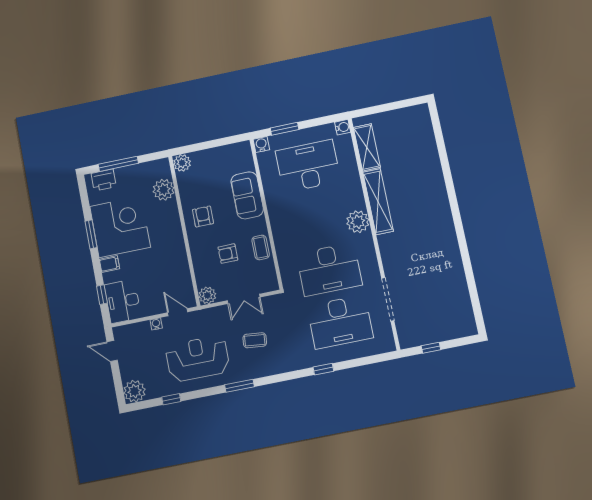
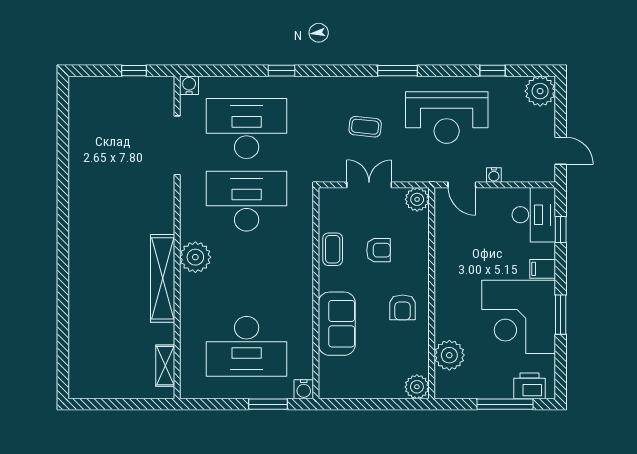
water cooler: (343, 127) -> (189, 85), moved, turned 90
shelving: (367, 147) -> (165, 366), width x0.67, depth x0.75

